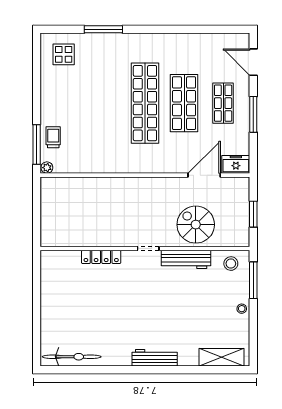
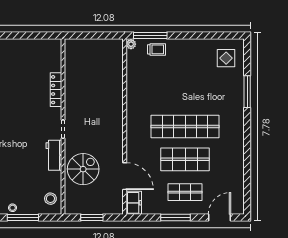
workbench: (186, 259) -> (54, 155), width x0.73
window: (253, 280) -> (23, 217), moved

